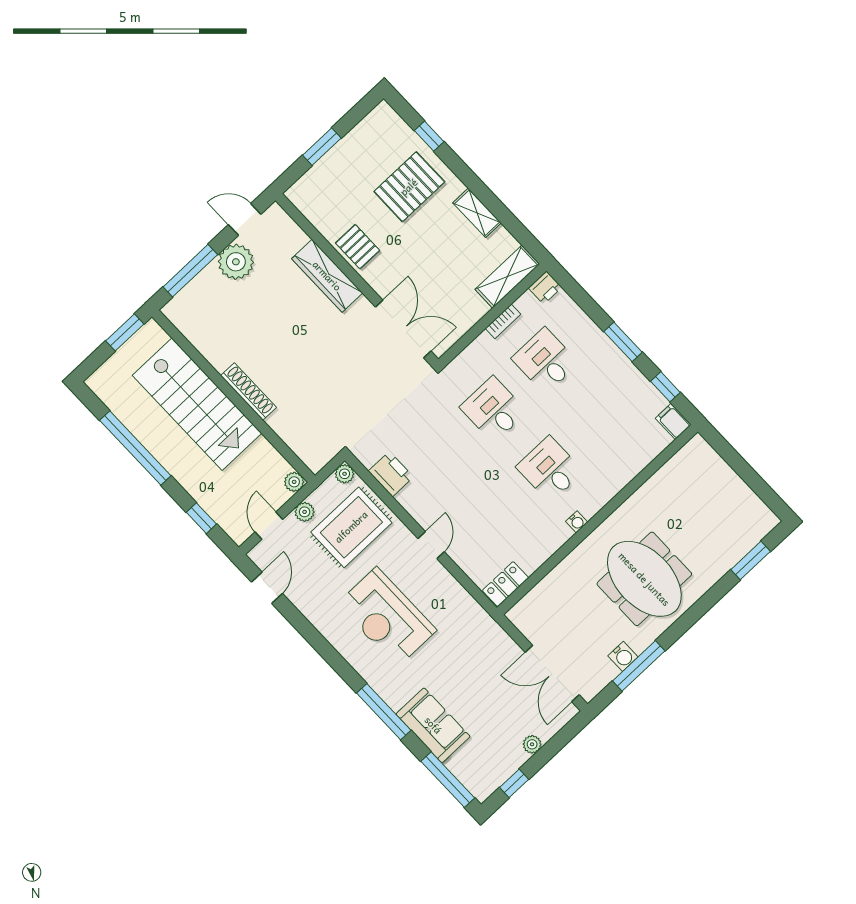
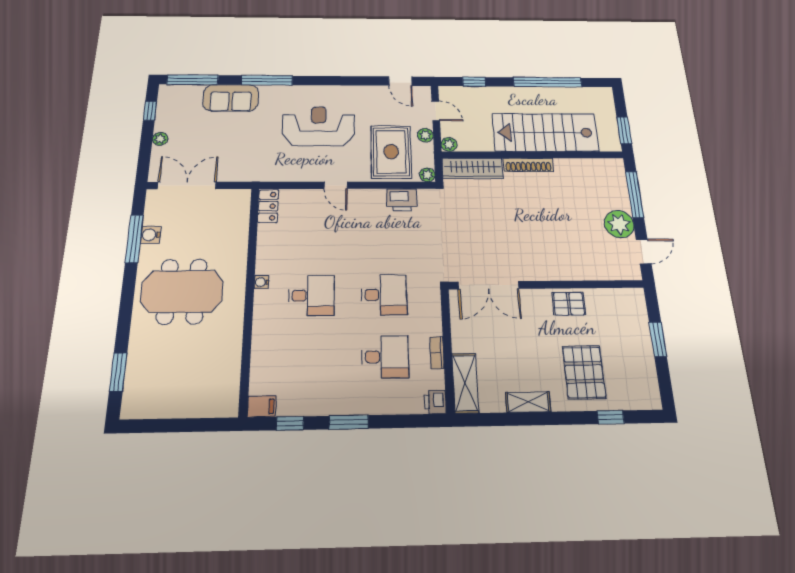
wardrobe: (327, 276) -> (473, 168), moved, turned 180

